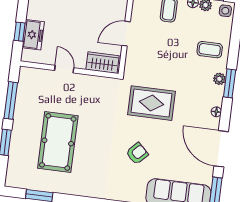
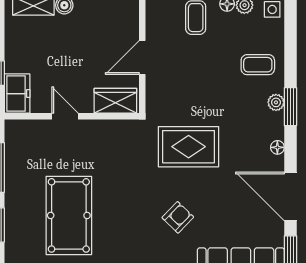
freezer: (33, 35) -> (17, 94), moved

